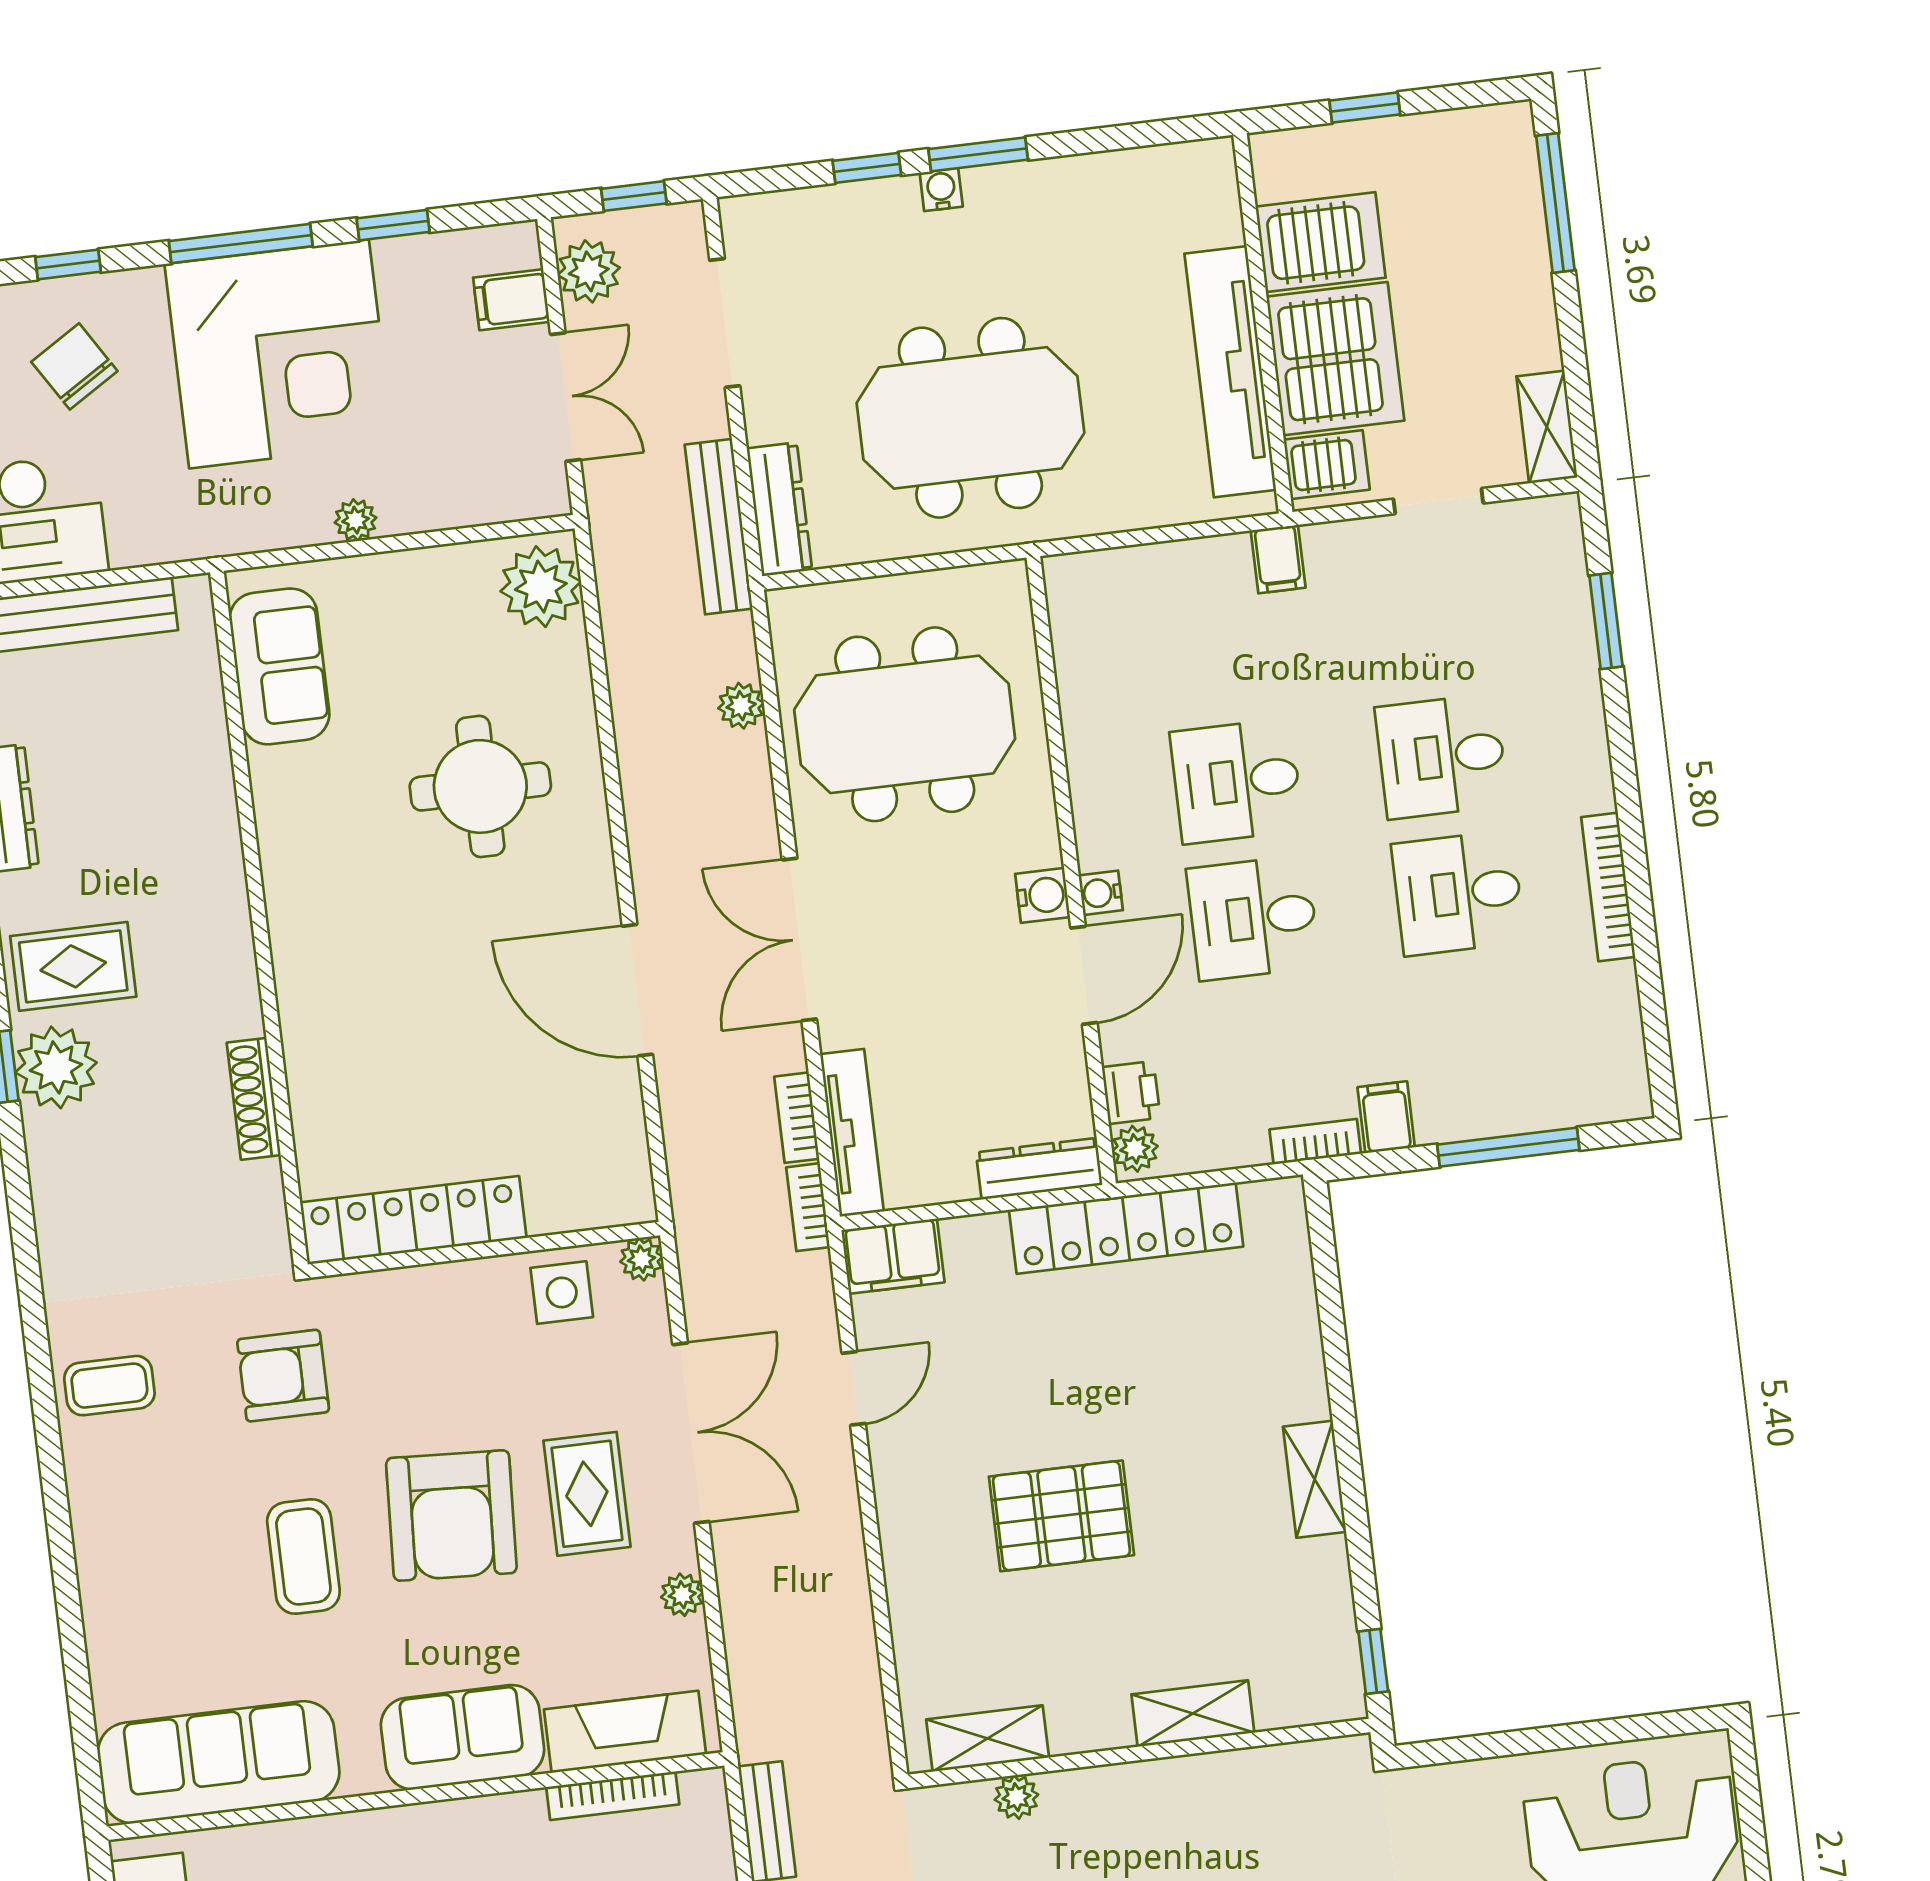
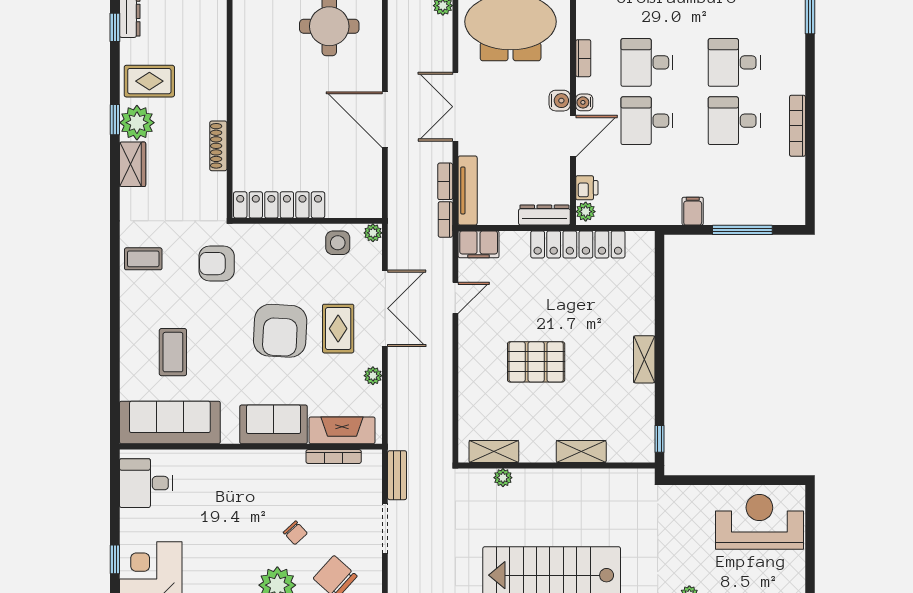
bookcase: (1315, 1142) -> (583, 58), moved, turned 90
wardrobe: (57, 1166) -> (133, 164), added
coffee table: (303, 1556) -> (173, 352), moved

